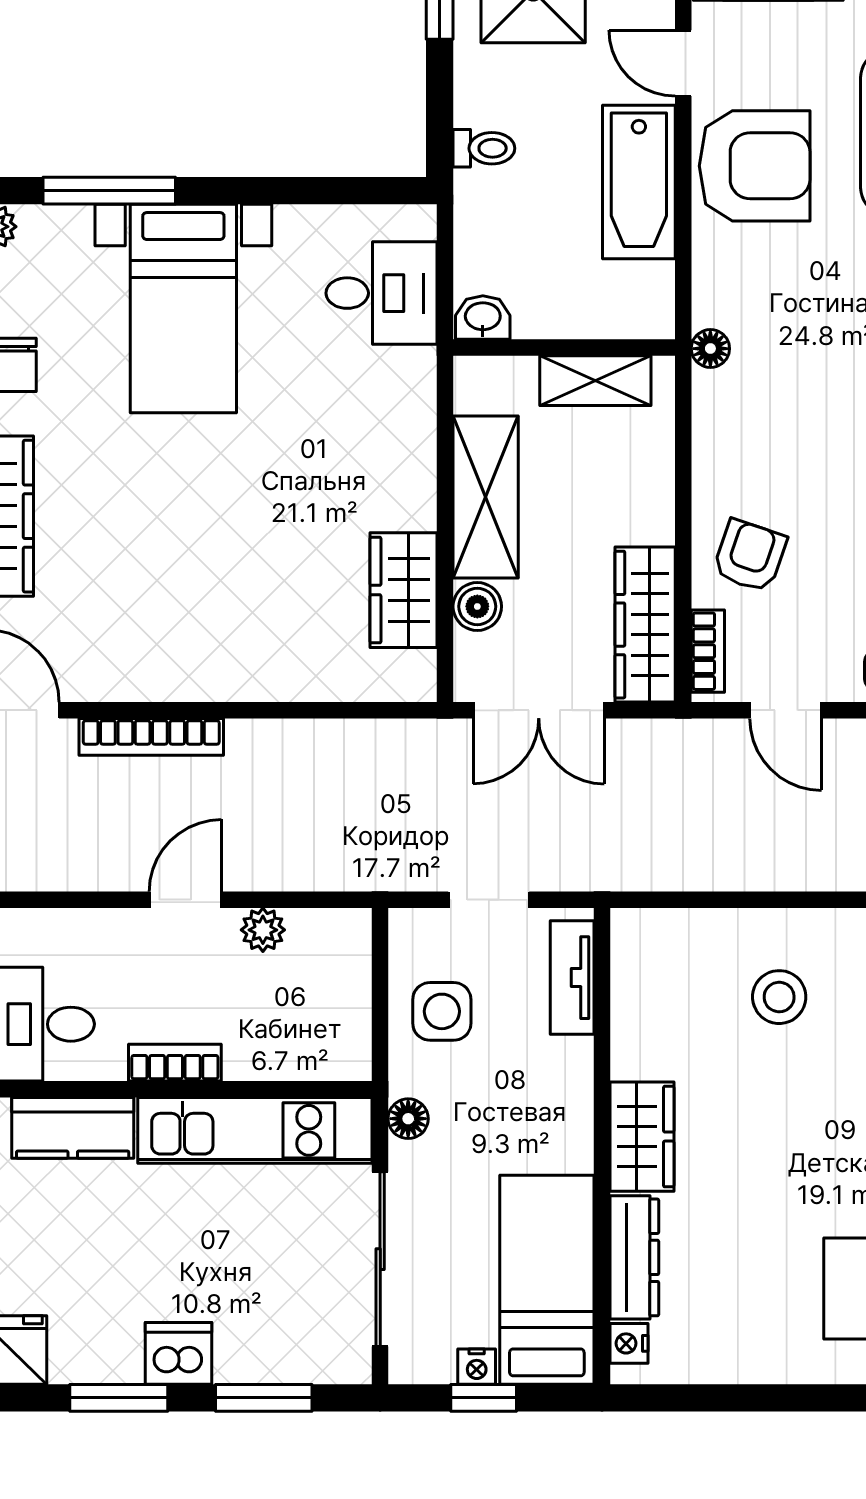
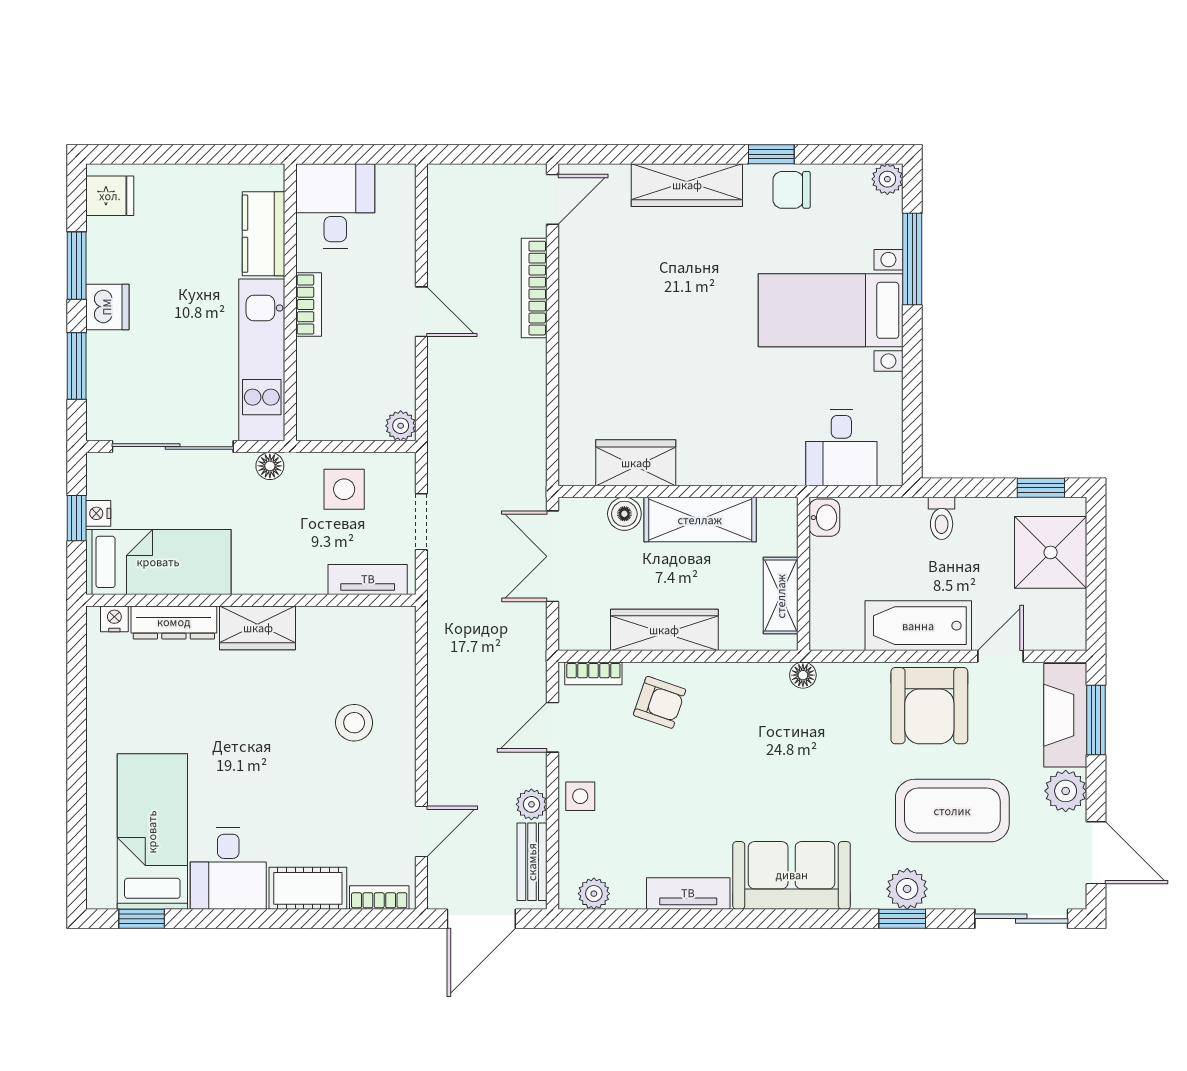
wardrobe: (645, 625) -> (664, 630), moved
plant: (263, 930) -> (401, 426), moved

